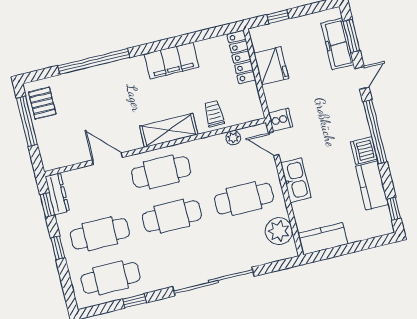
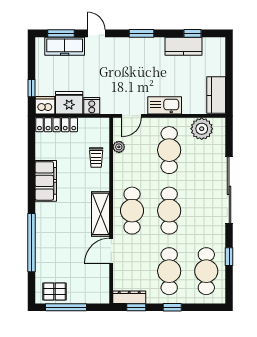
trolley: (214, 114) -> (96, 157), turned -90
cooker: (281, 120) -> (92, 106), moved
shelving: (169, 130) -> (100, 214), moved
window: (375, 132) -> (142, 33), width x0.47
dishwasher: (364, 151) -> (45, 105), moved, turned 180
window: (394, 209) -> (193, 33), moved

